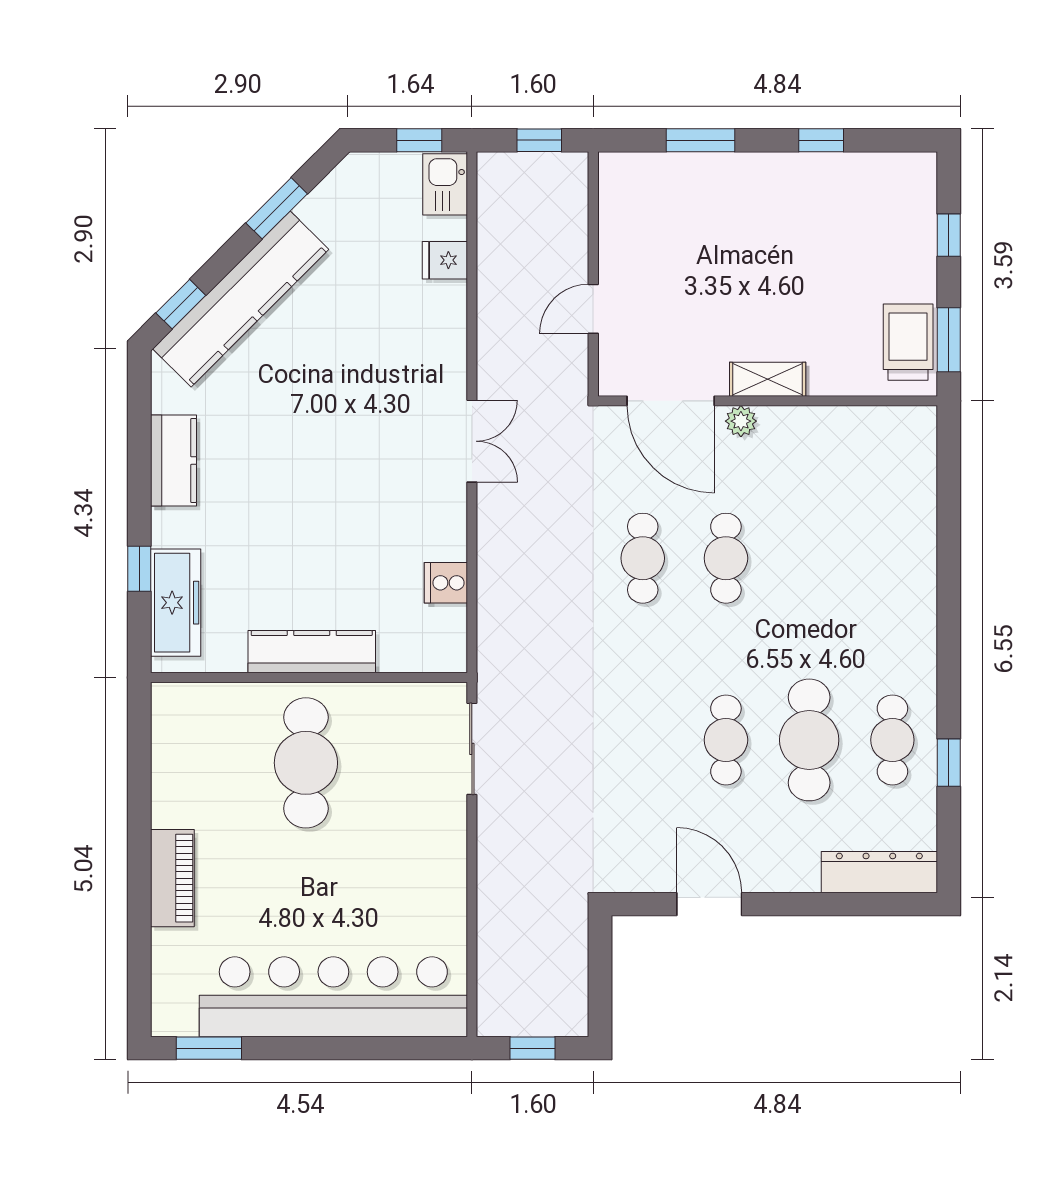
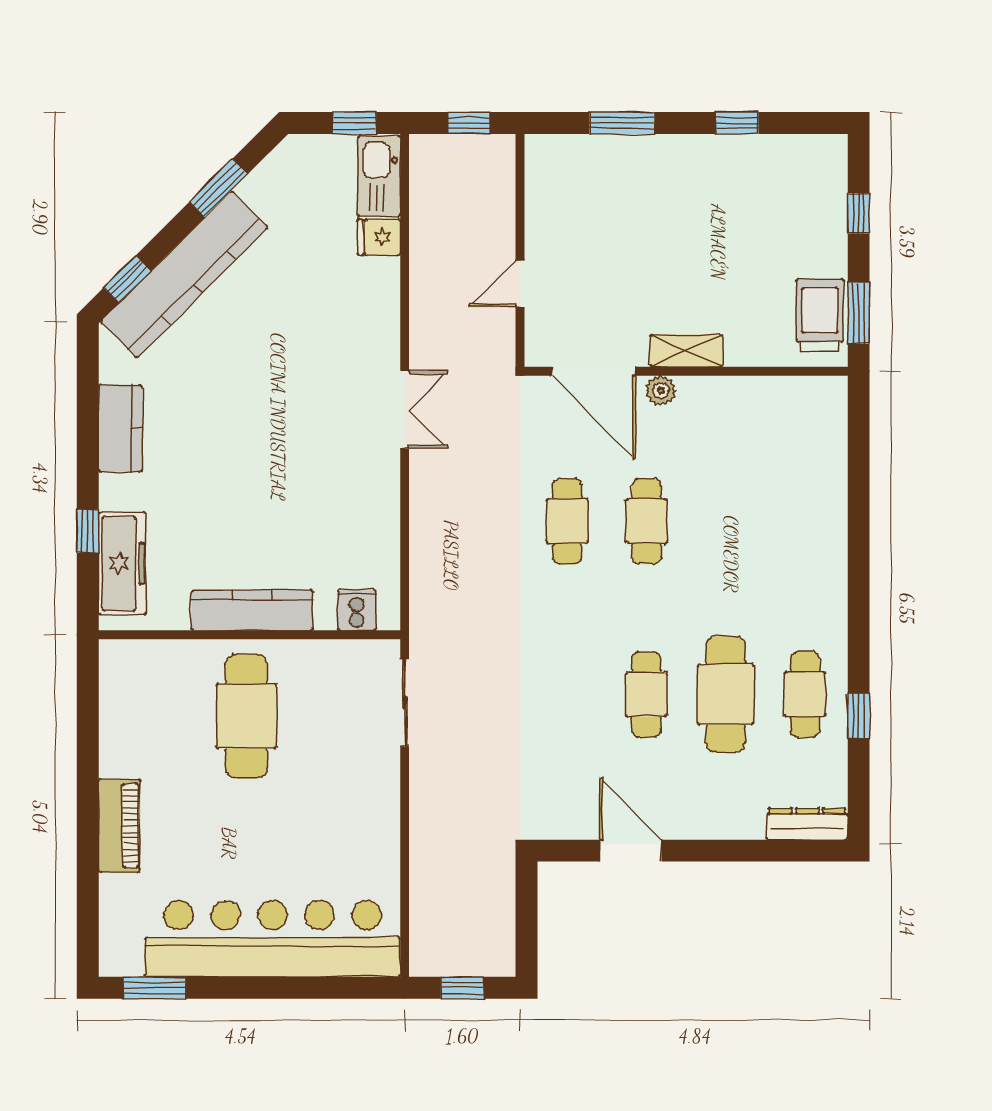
kitchen sink: (445, 184) -> (379, 176), width x1.38
cooker: (446, 583) -> (357, 610), moved, turned 90
dresser: (879, 872) -> (807, 824), width x0.73, depth x0.80

